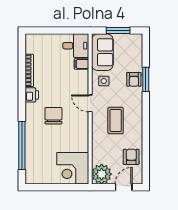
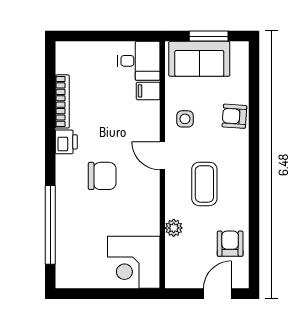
sofa: (102, 52) -> (199, 59), moved, turned 90
armchair: (134, 79) -> (234, 116), turned 94
window: (146, 79) -> (254, 116), removed
chair: (53, 116) -> (102, 176), turned 90
plant: (102, 174) -> (174, 228), moved, width x0.53, depth x0.53

